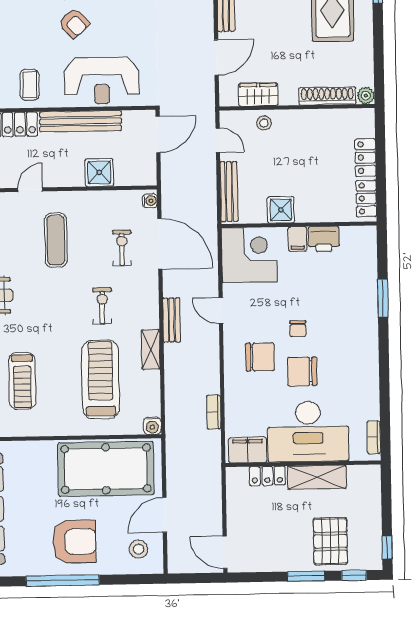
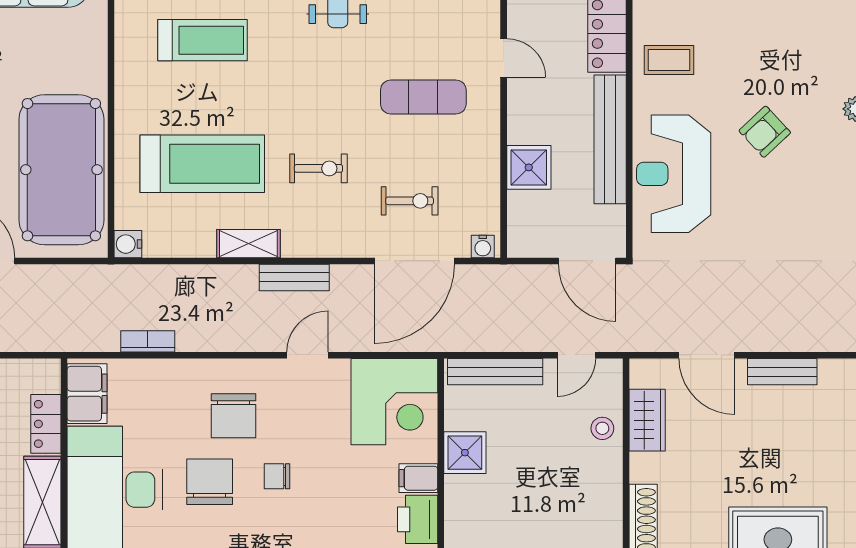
treadmill: (22, 381) -> (202, 40), turned 180

